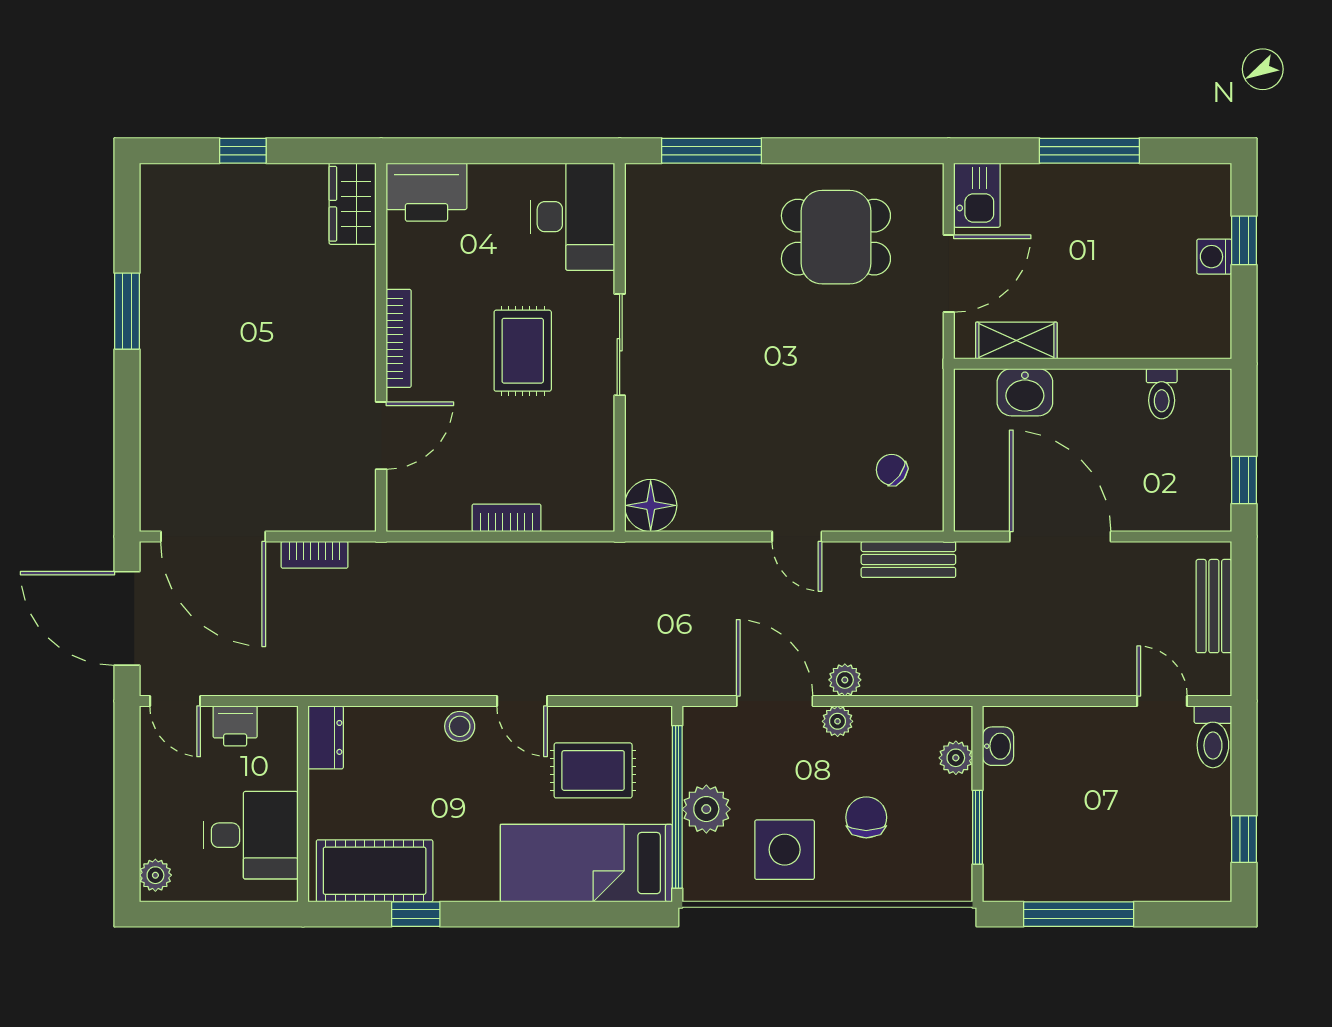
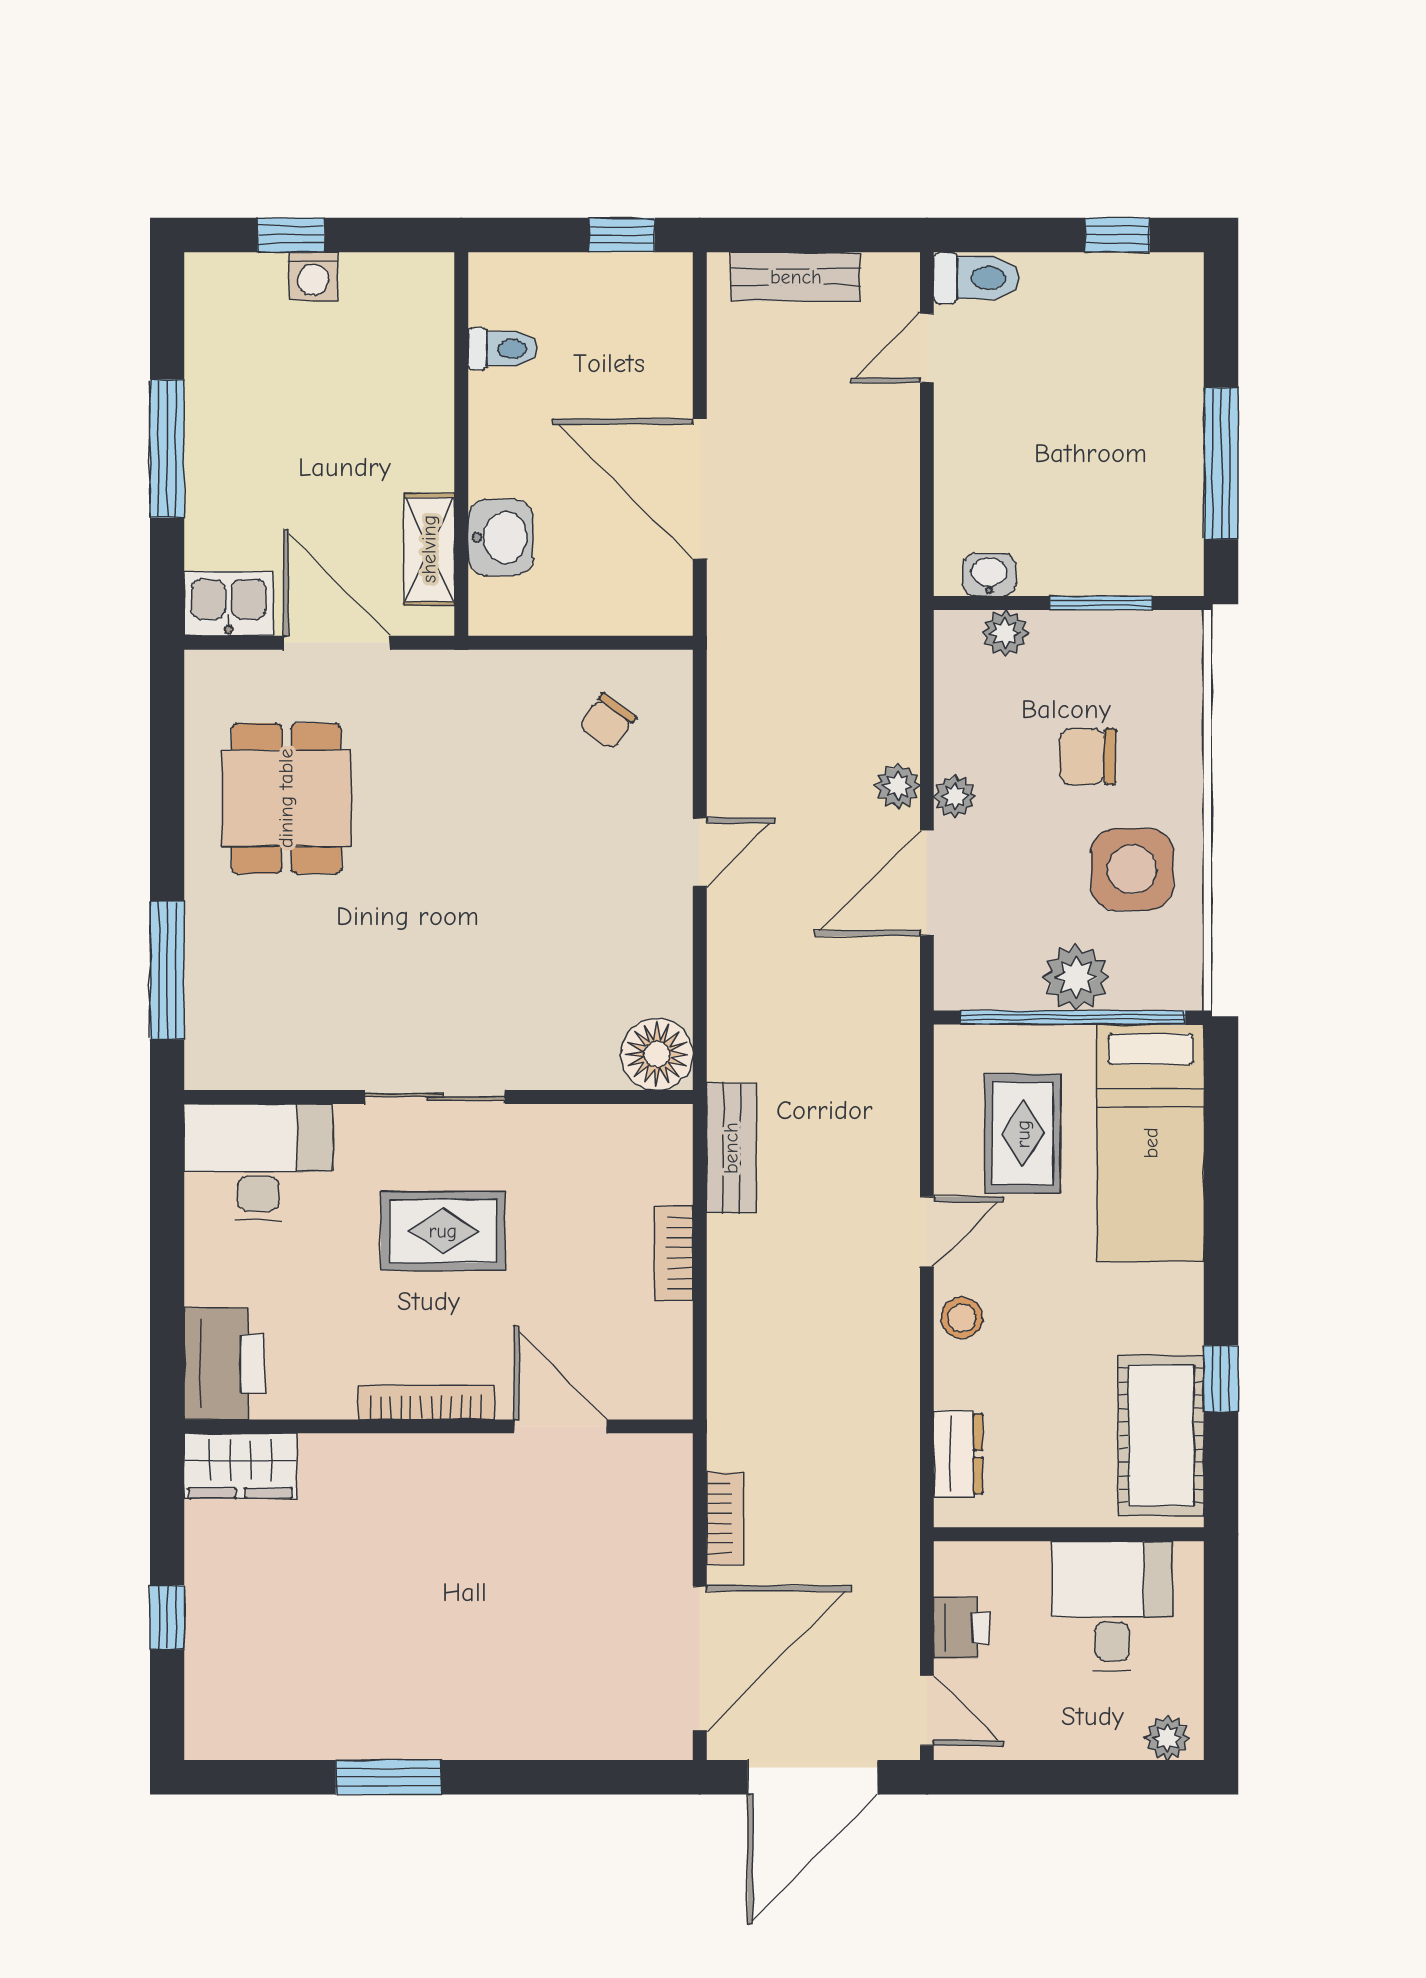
door: (1060, 537) -> (700, 489), hinge flipped
bench: (908, 559) -> (731, 1148), moved
door: (175, 701) -> (927, 1711), hinge flipped
dresser: (326, 737) -> (958, 1454), moved, turned 90

